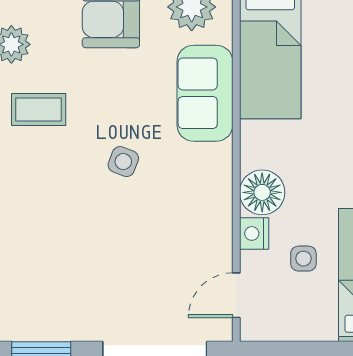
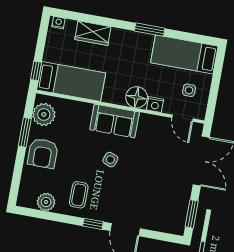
sofa: (205, 93) -> (115, 121), moved
side table: (303, 259) -> (189, 90), moved

